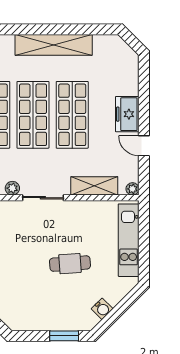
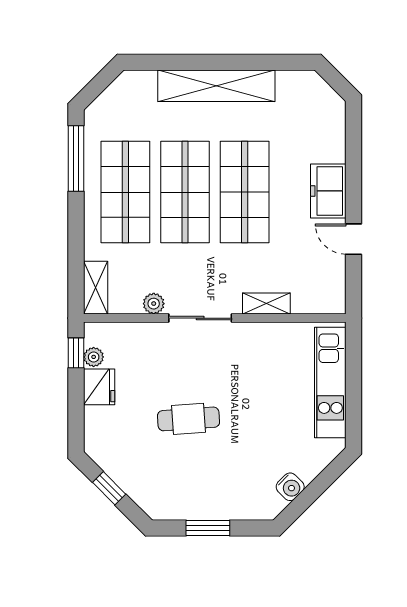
shelving: (94, 186) -> (266, 304), width x0.67, depth x0.75
plant: (133, 189) -> (336, 305), removed
cafe table: (70, 264) -> (189, 419), moved
window: (64, 336) -> (208, 528), moved

